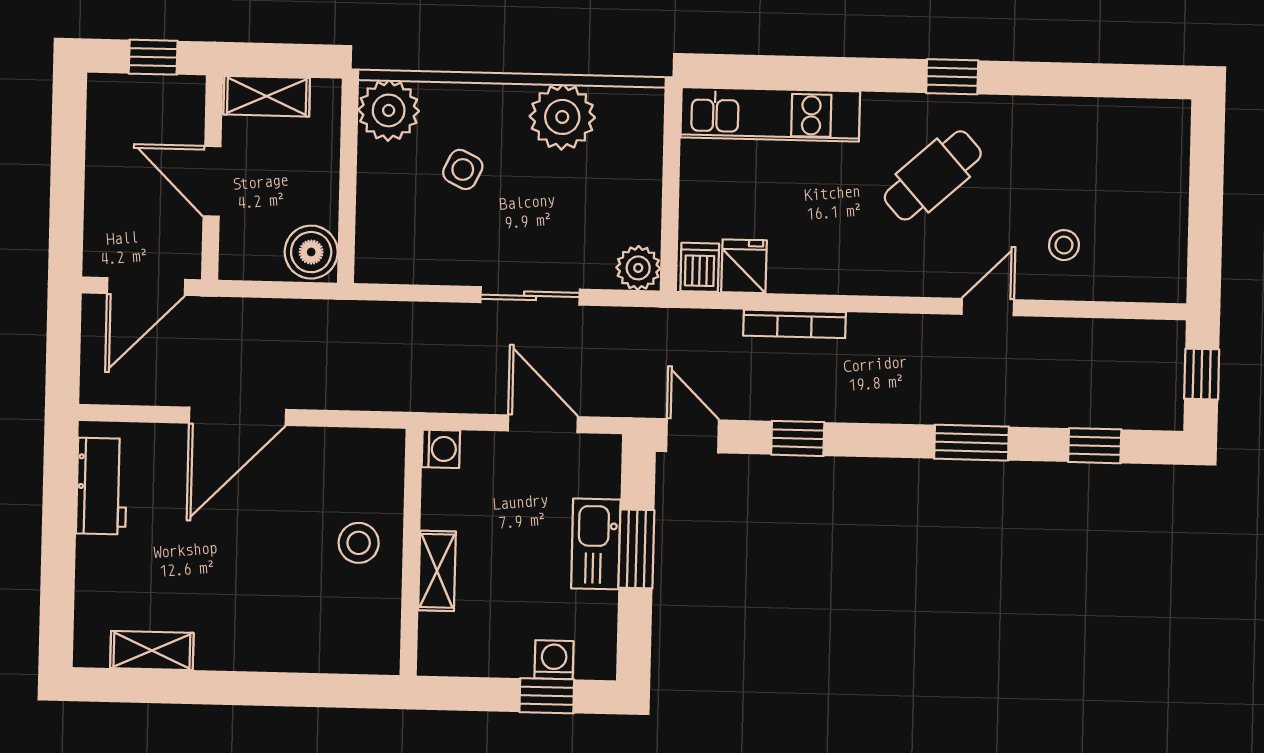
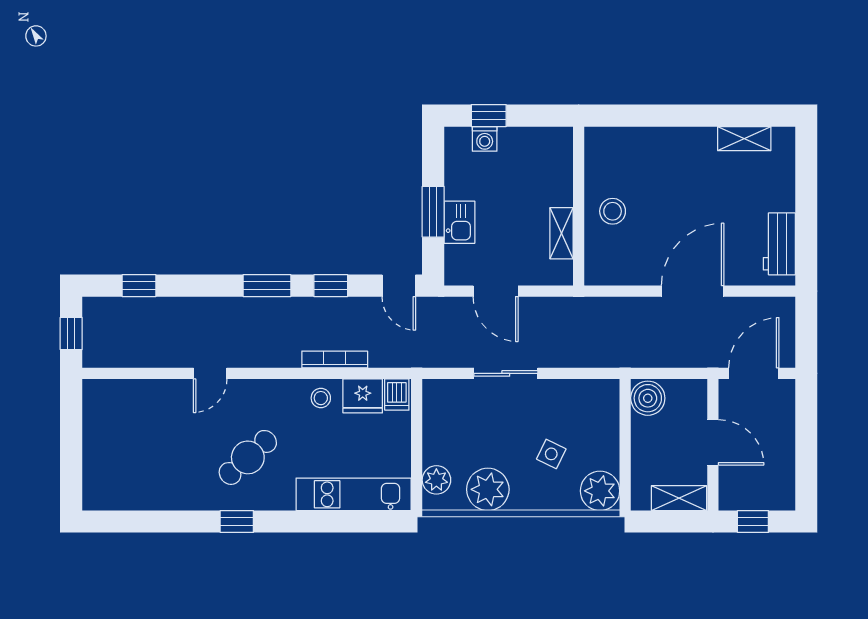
stool: (1064, 245) -> (321, 398), moved
fridge: (744, 266) -> (363, 396), width x1.38
plant: (638, 268) -> (436, 480), moved
window: (972, 443) -> (267, 286), moved
washing machine: (441, 449) -> (561, 273), removed
kitchen sink: (596, 544) -> (459, 222), width x0.73
shelving: (437, 571) -> (562, 233), moved

